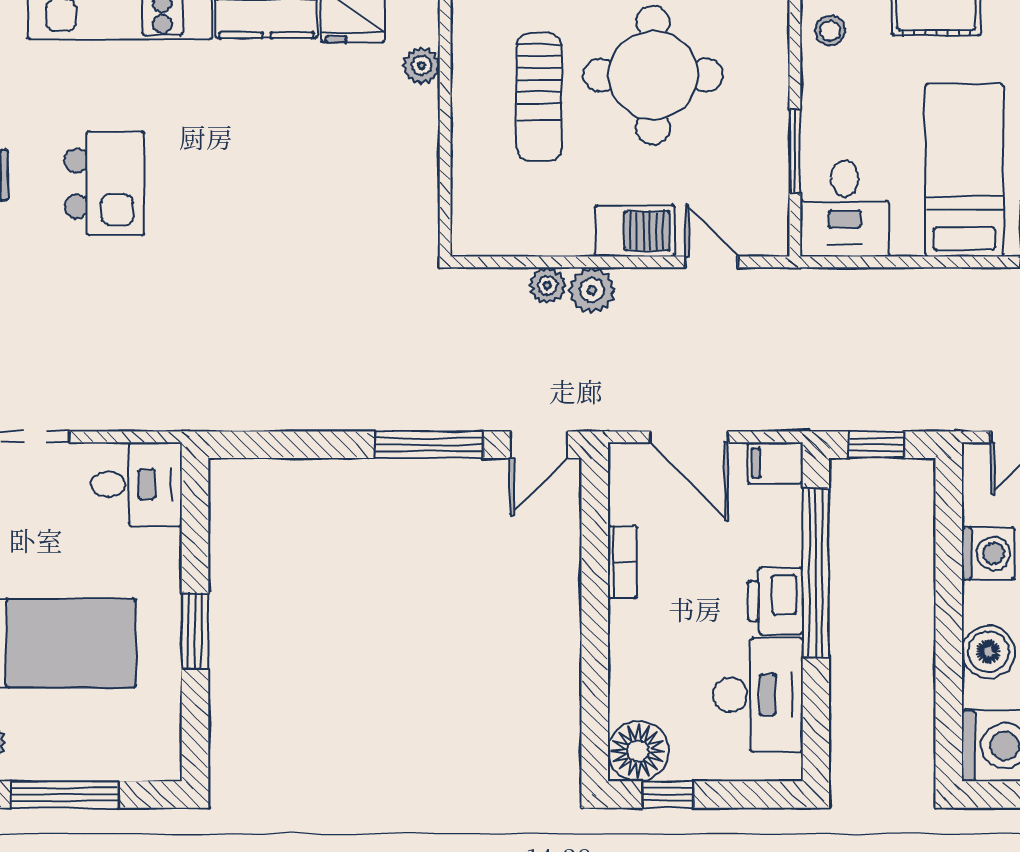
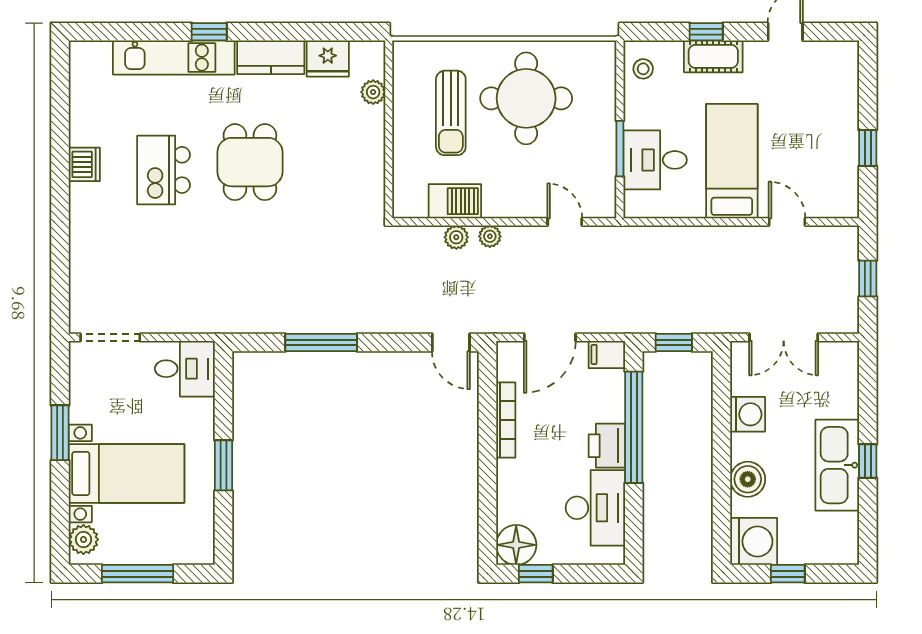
dining table: (235, 172) -> (250, 162), added
kitchen island: (104, 184) -> (164, 170), turned 180
desk: (845, 209) -> (655, 160), moved, turned 90
barbecue: (635, 231) -> (455, 201), moved
plant: (592, 290) -> (490, 236), width x0.73, depth x0.73
door: (689, 437) -> (550, 337), hinge flipped
window: (429, 445) -> (321, 343), moved
door: (539, 445) -> (451, 343), hinge flipped
bookcase: (622, 562) -> (506, 420), width x1.56

